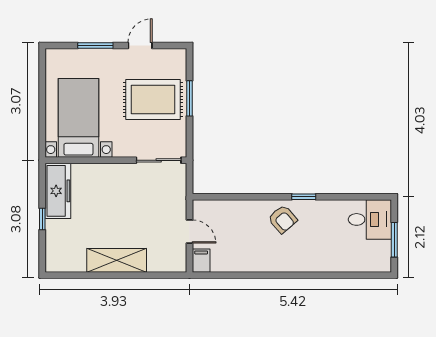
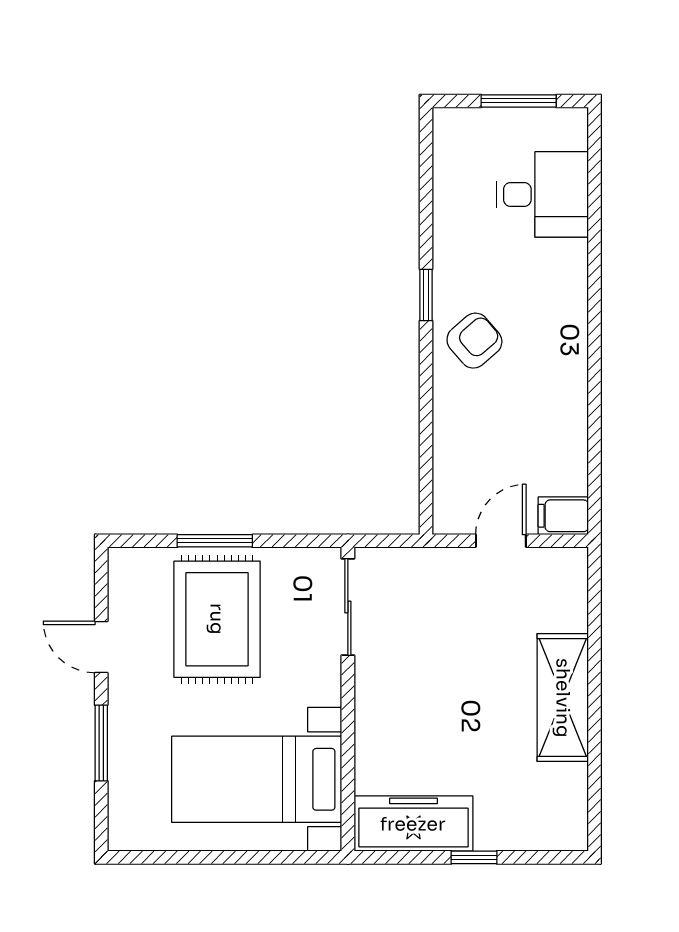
desk: (370, 219) -> (542, 194), moved, turned 90

